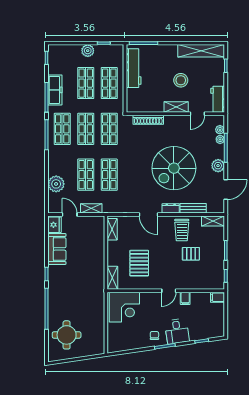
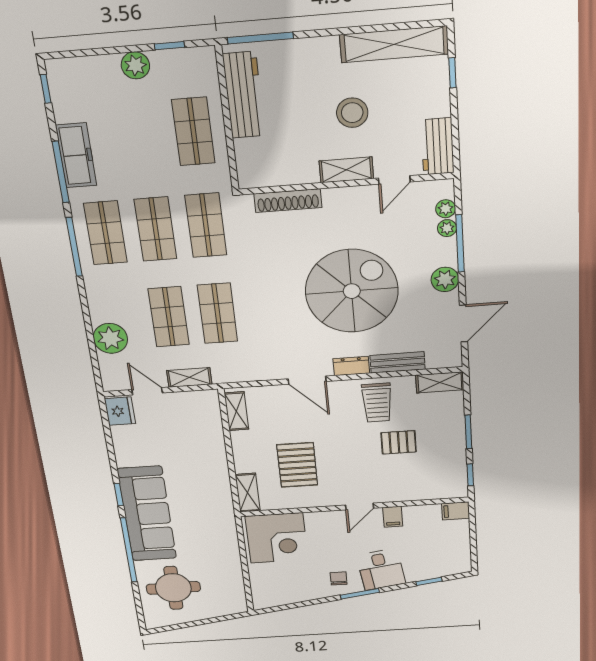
shop shelf: (86, 83) -> (141, 136), removed
spiral stairs: (174, 168) -> (352, 291), turned 180
sofa: (57, 249) -> (147, 514), moved, width x1.85, depth x1.27

